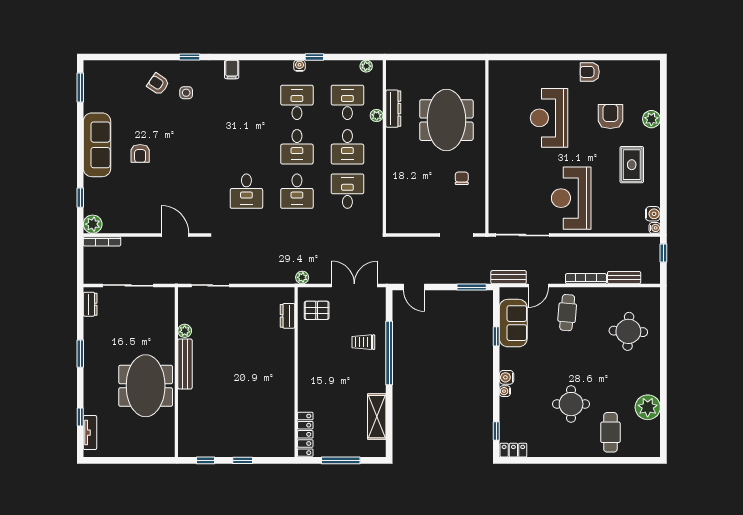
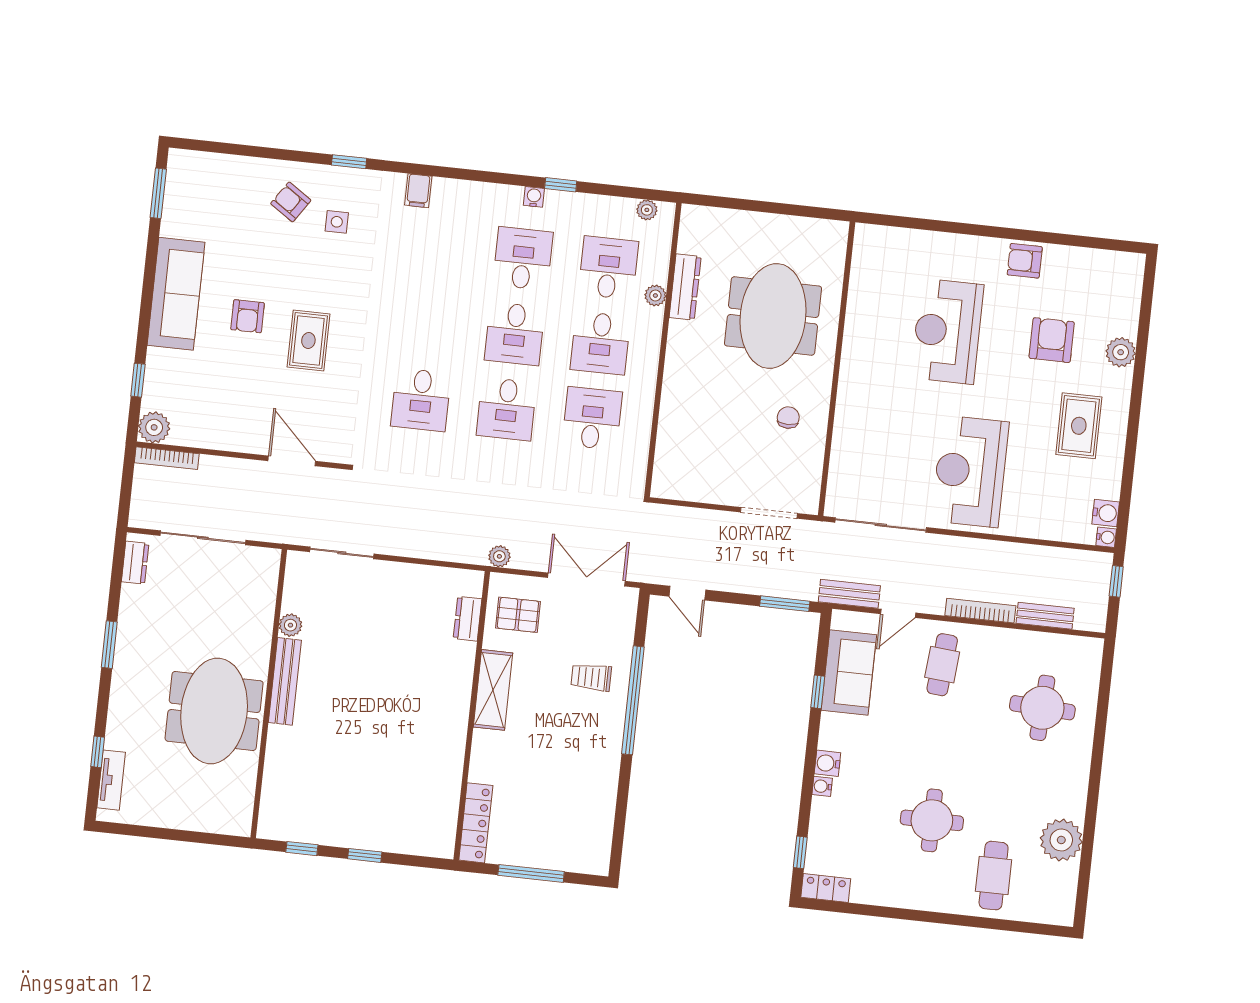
rug: (177, 164) -> (308, 340), added
shelving: (377, 417) -> (493, 690), moved

